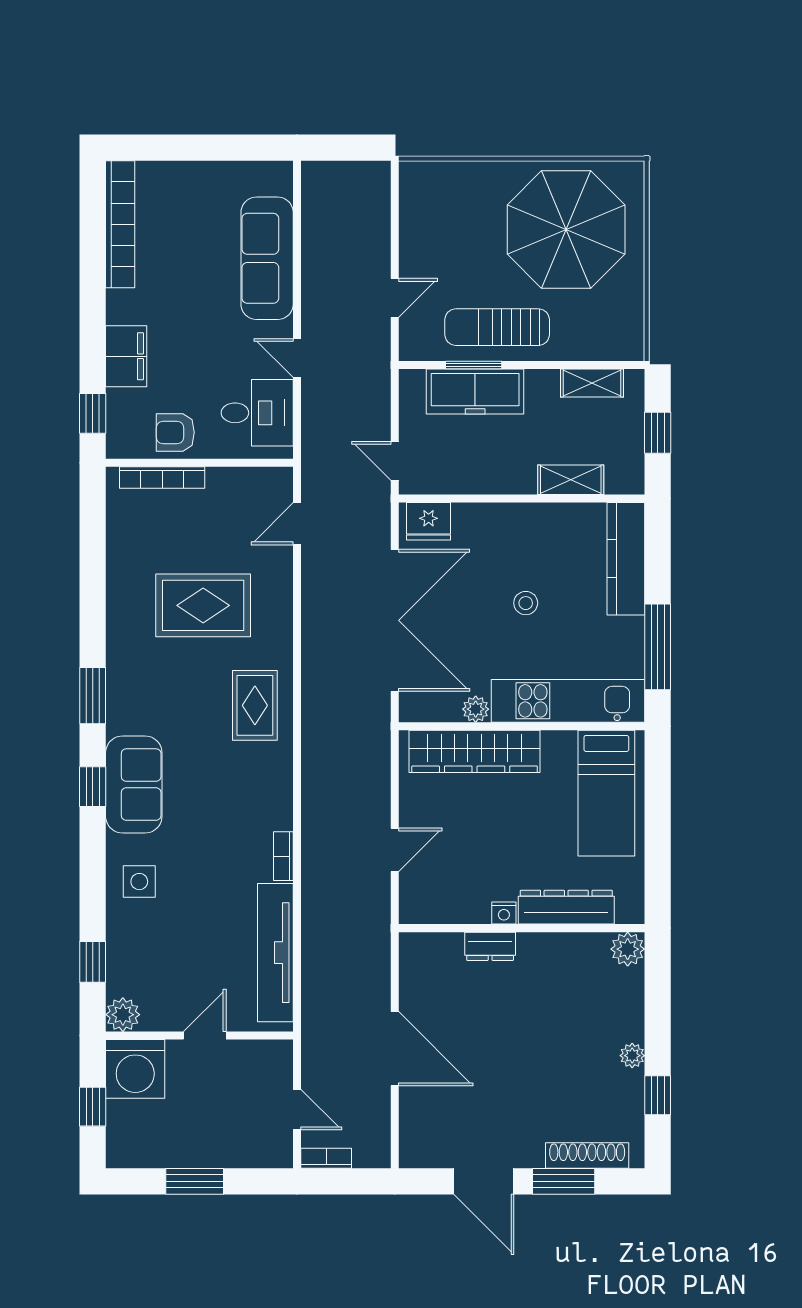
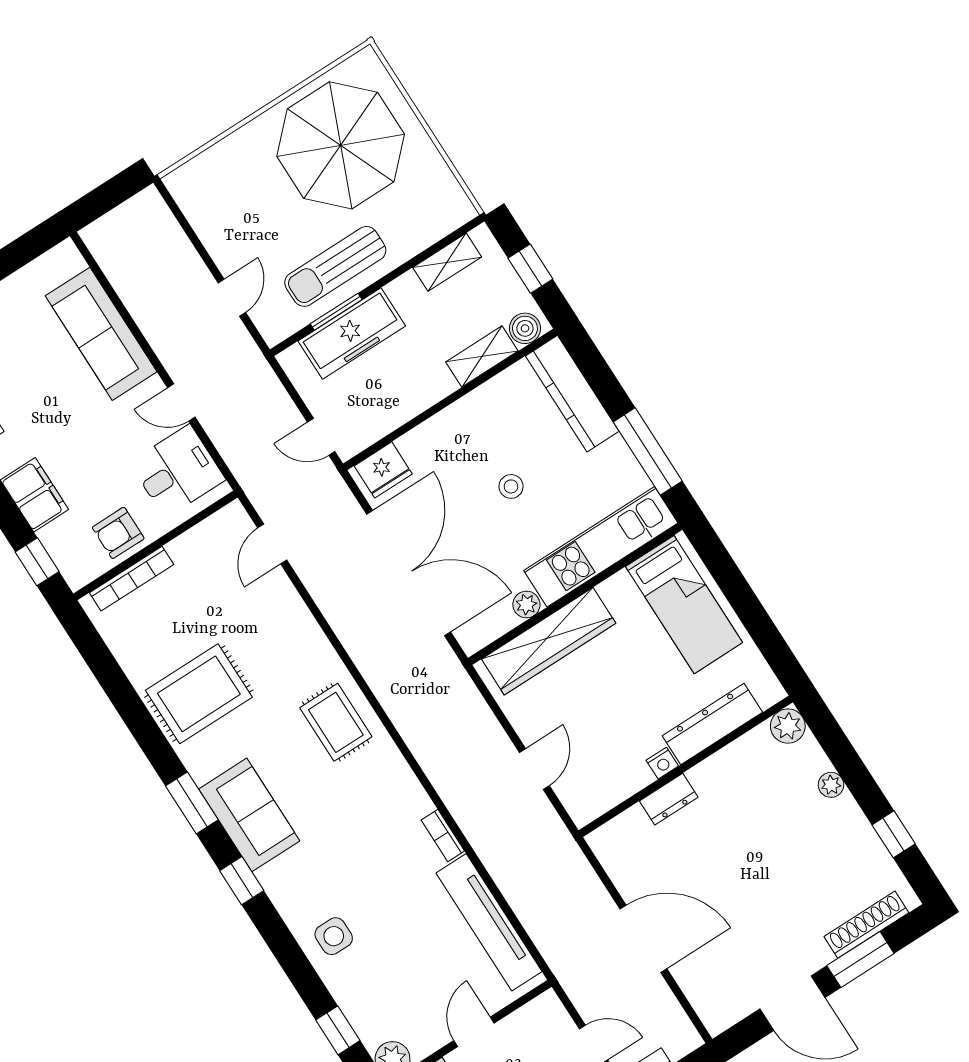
boiler: (621, 479) -> (525, 328), added
rug: (203, 605) -> (199, 694), moved
sofa: (134, 785) -> (249, 815), moved
plant: (632, 1056) -> (831, 785), moved

